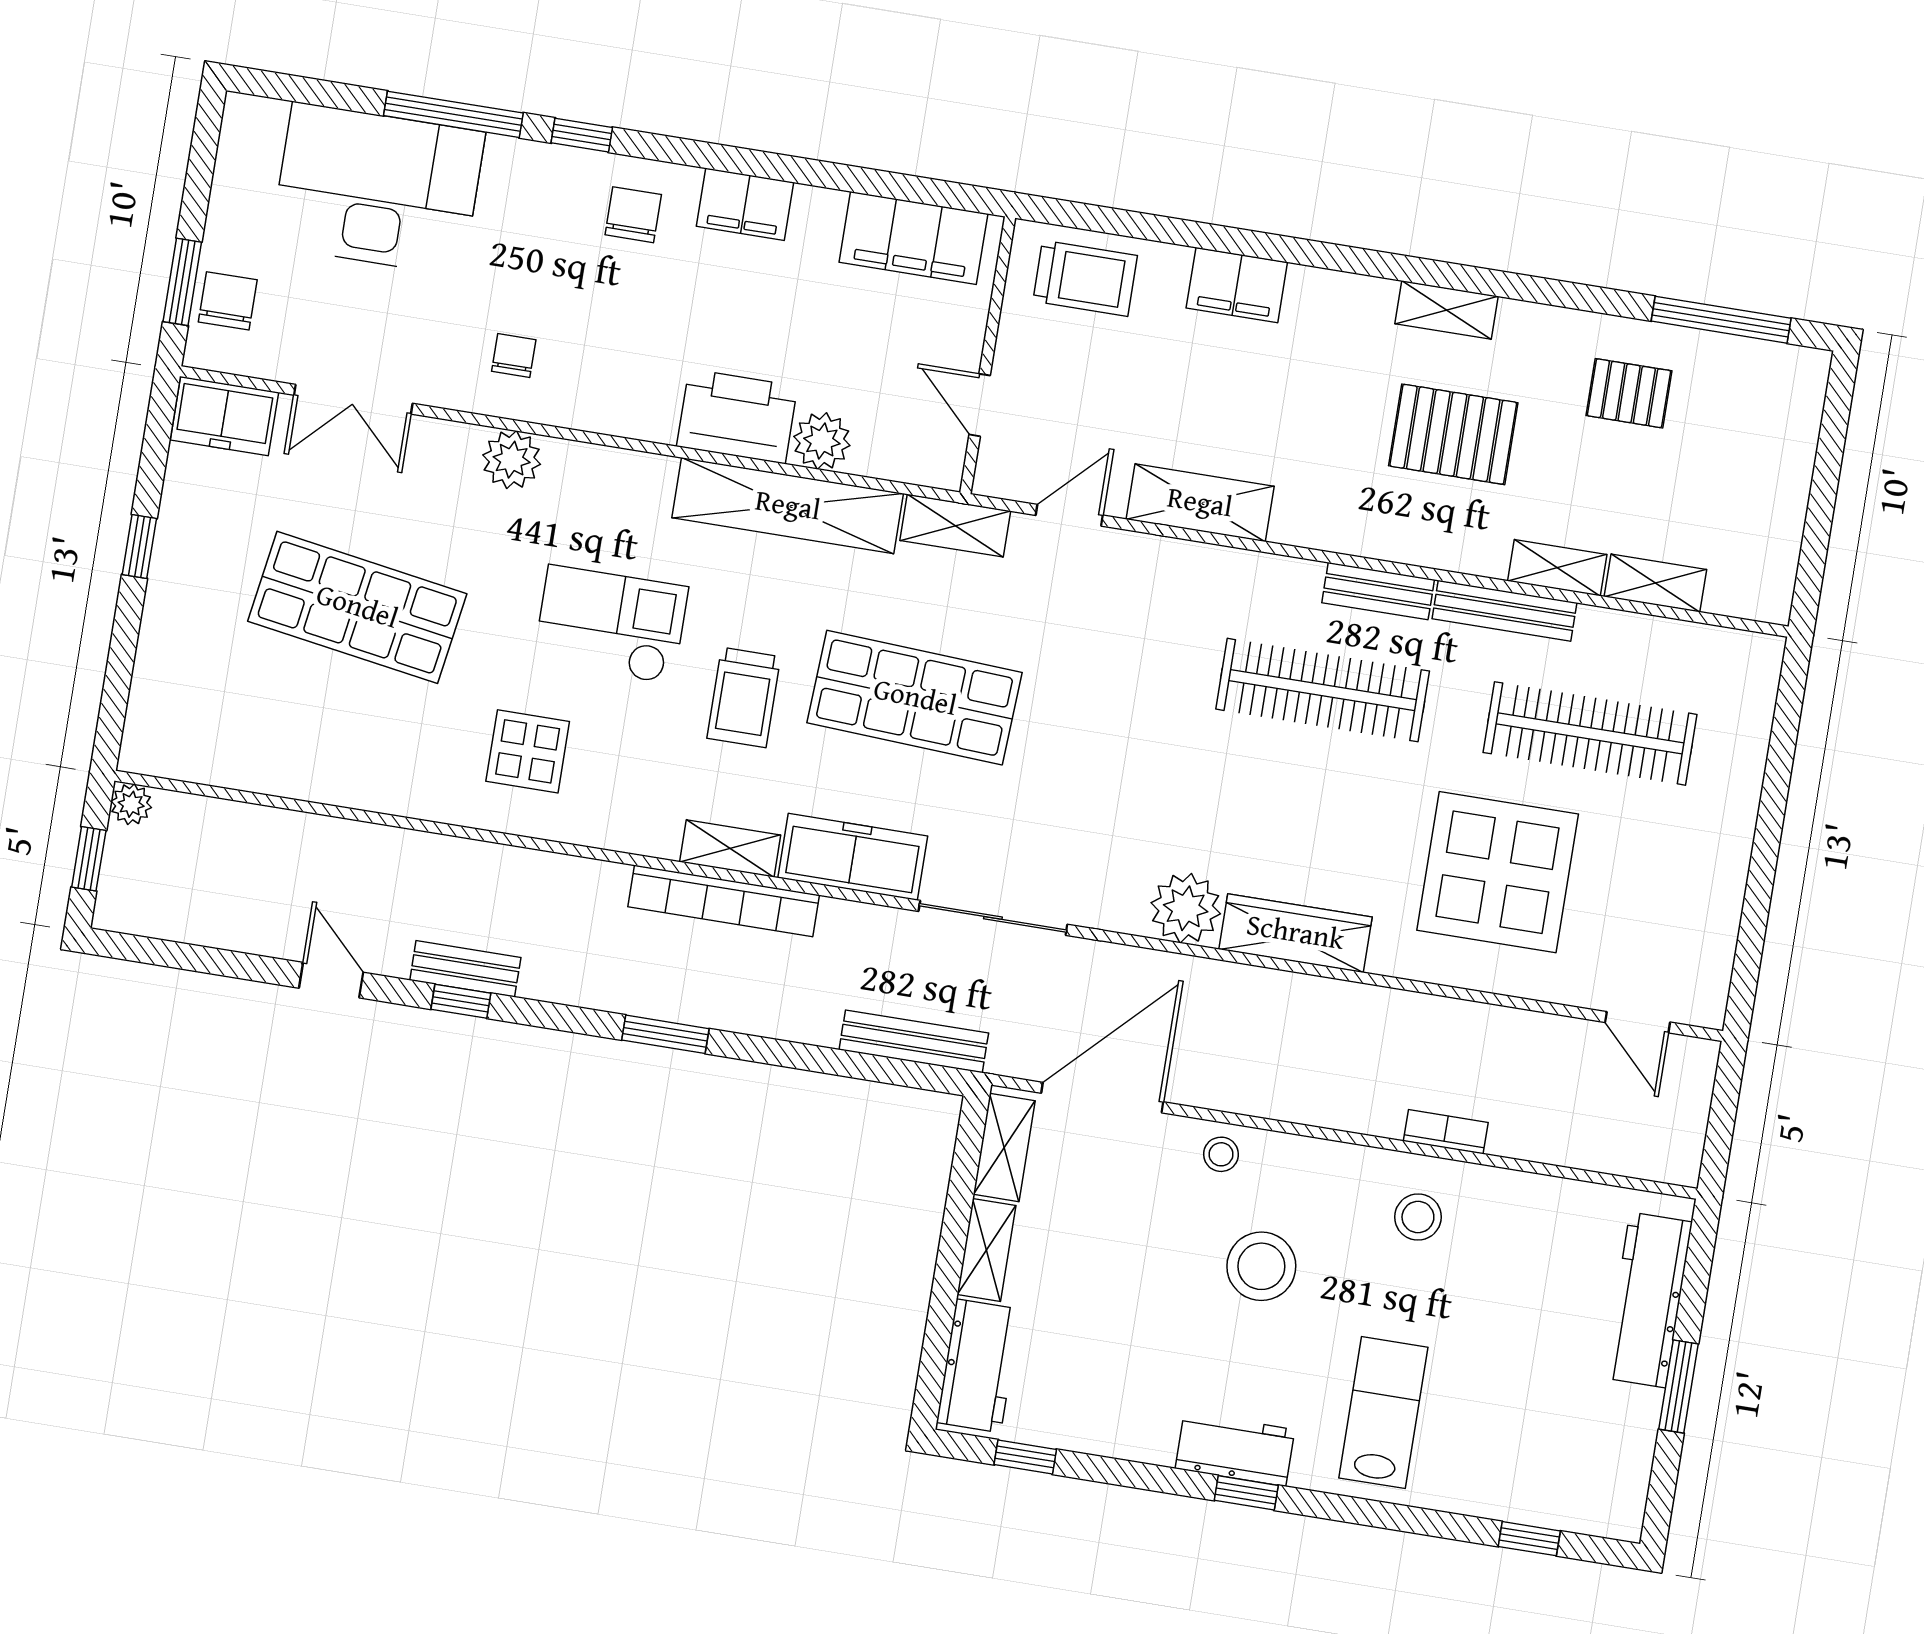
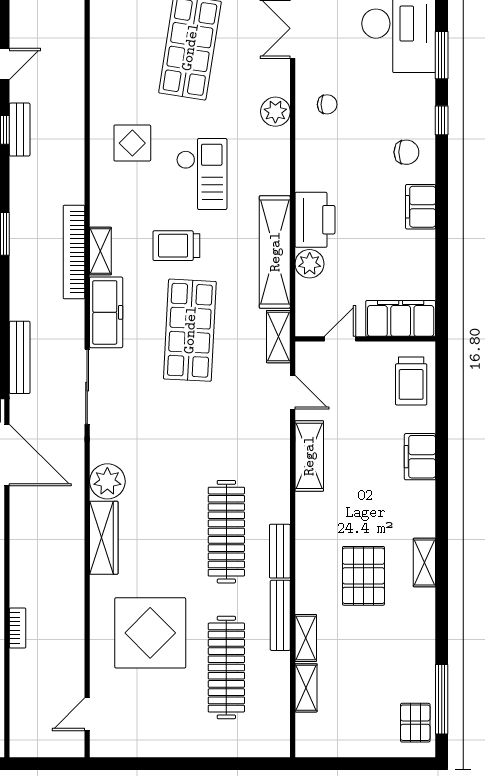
window: (453, 114) -> (442, 55), width x0.69
filing cabinet: (913, 238) -> (401, 318), moved, turned 90
pallet: (1629, 393) -> (415, 723), moved

